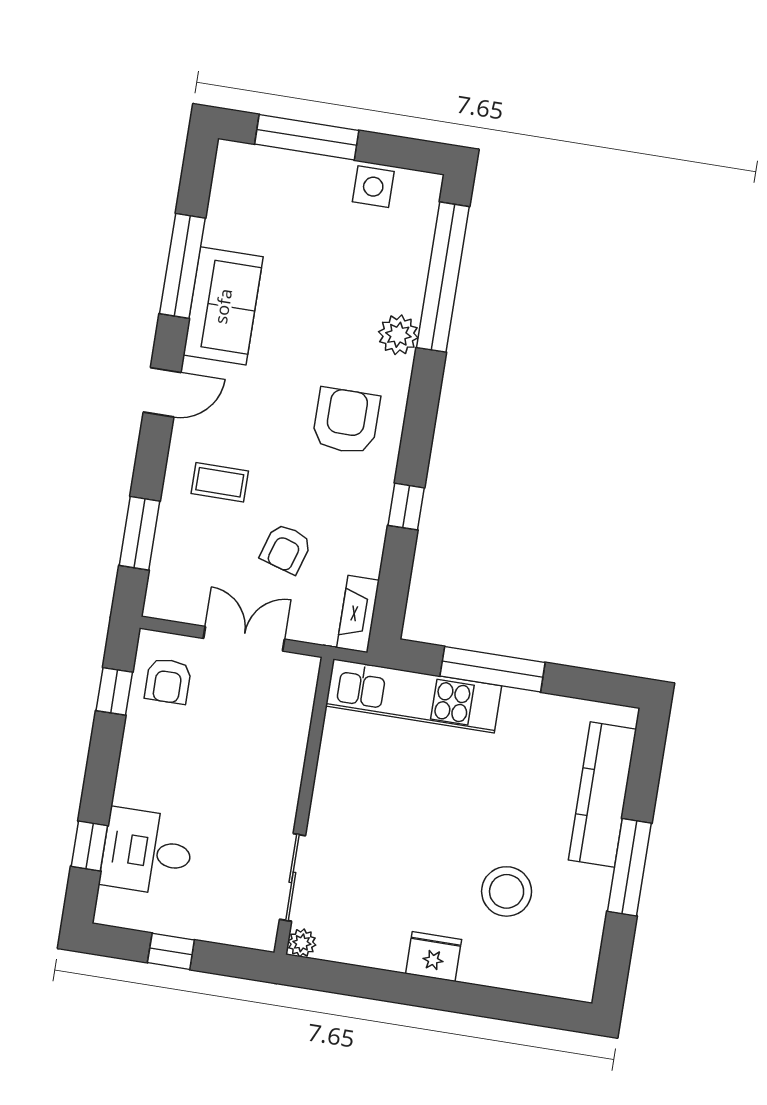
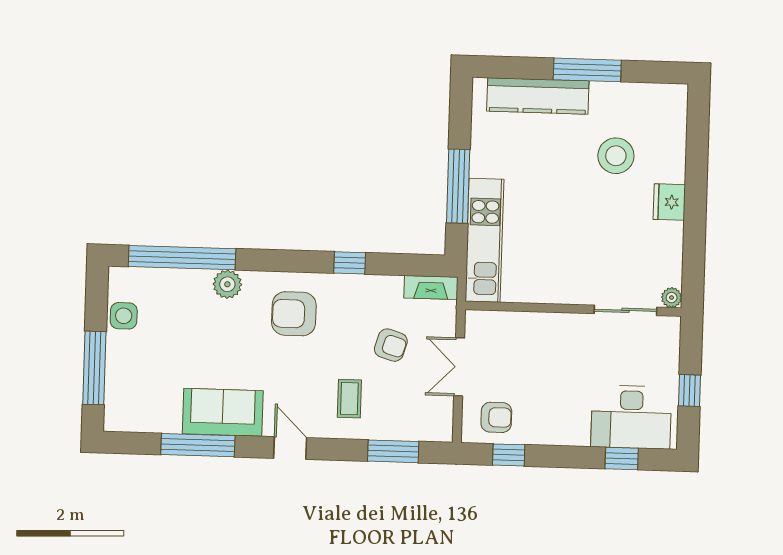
desk: (147, 852) -> (631, 417), width x1.37

